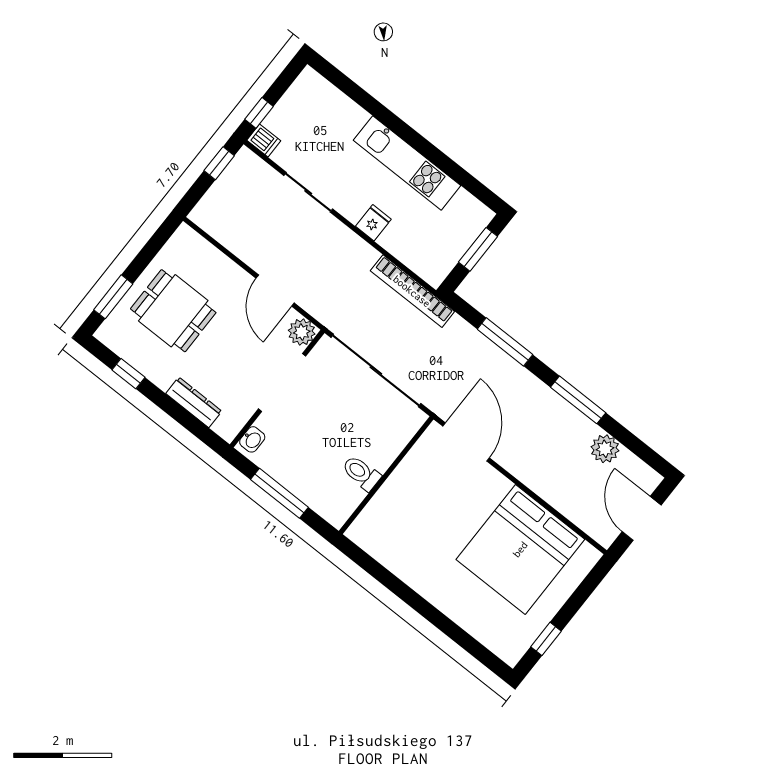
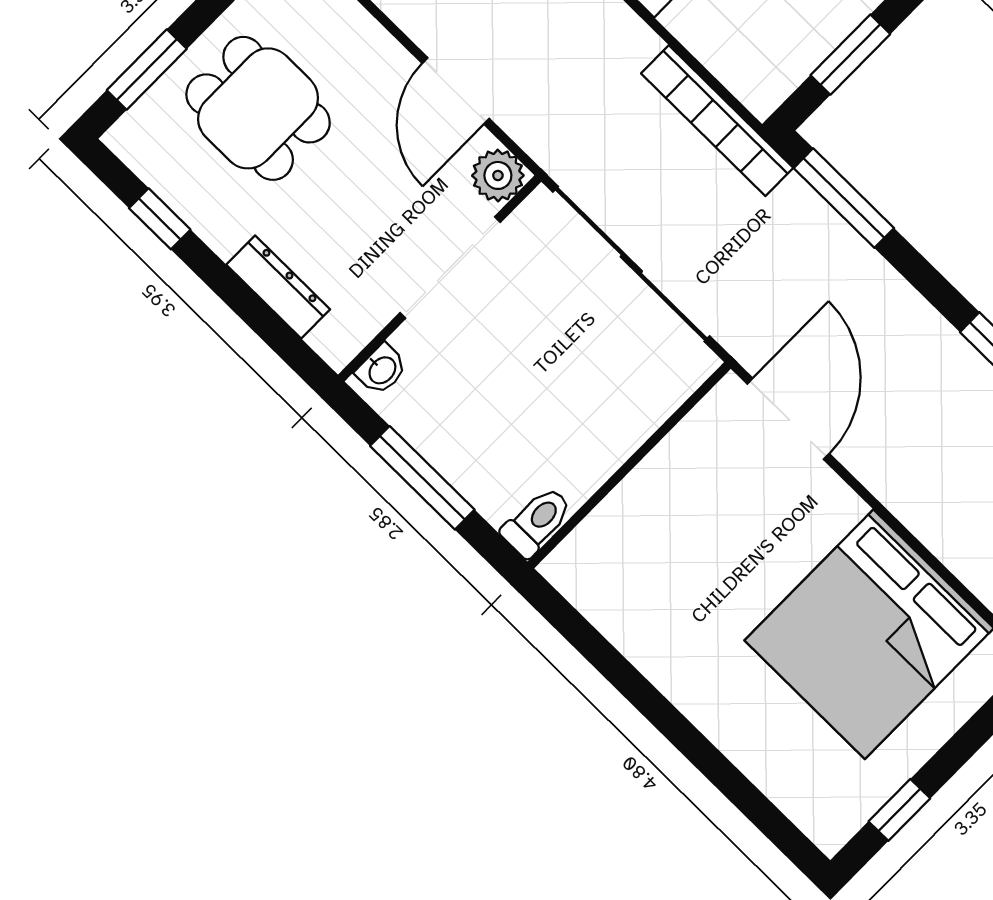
window: (505, 342) -> (844, 198), moved
toilet: (361, 473) -> (537, 522), moved, turned 90

